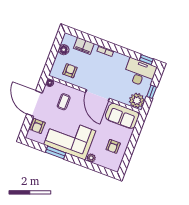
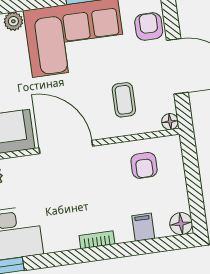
filing cabinet: (84, 46) -> (143, 227), width x0.50
floor lamp: (64, 50) -> (181, 224), moved

